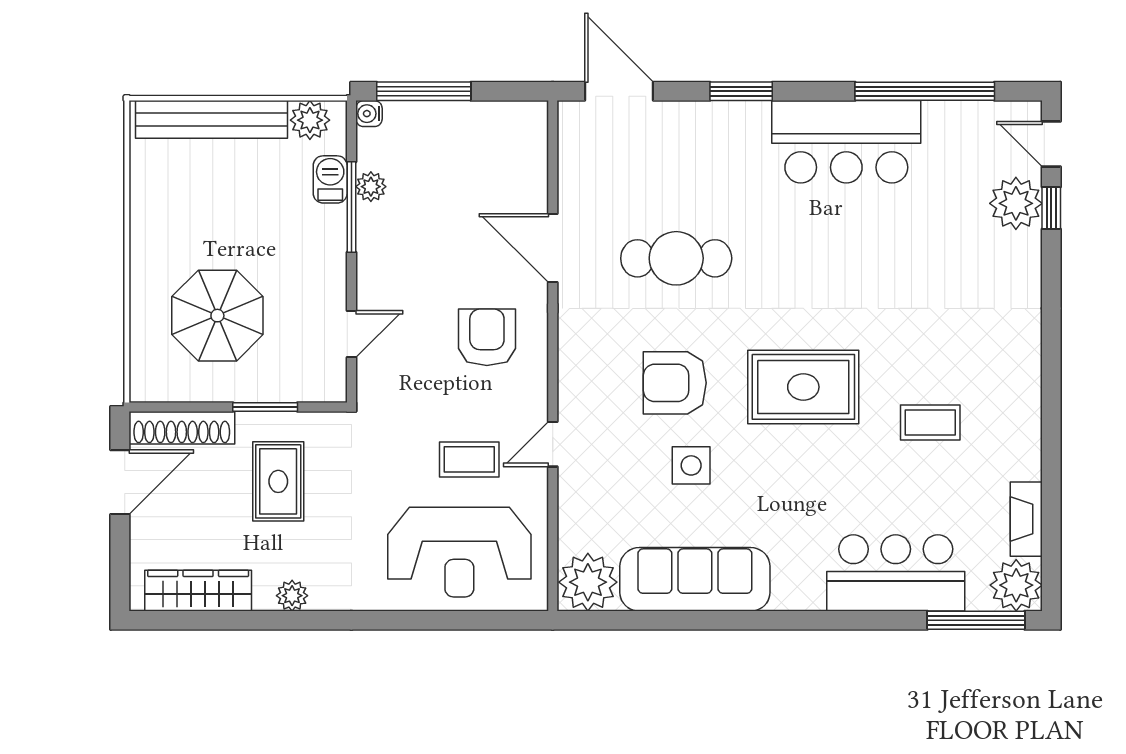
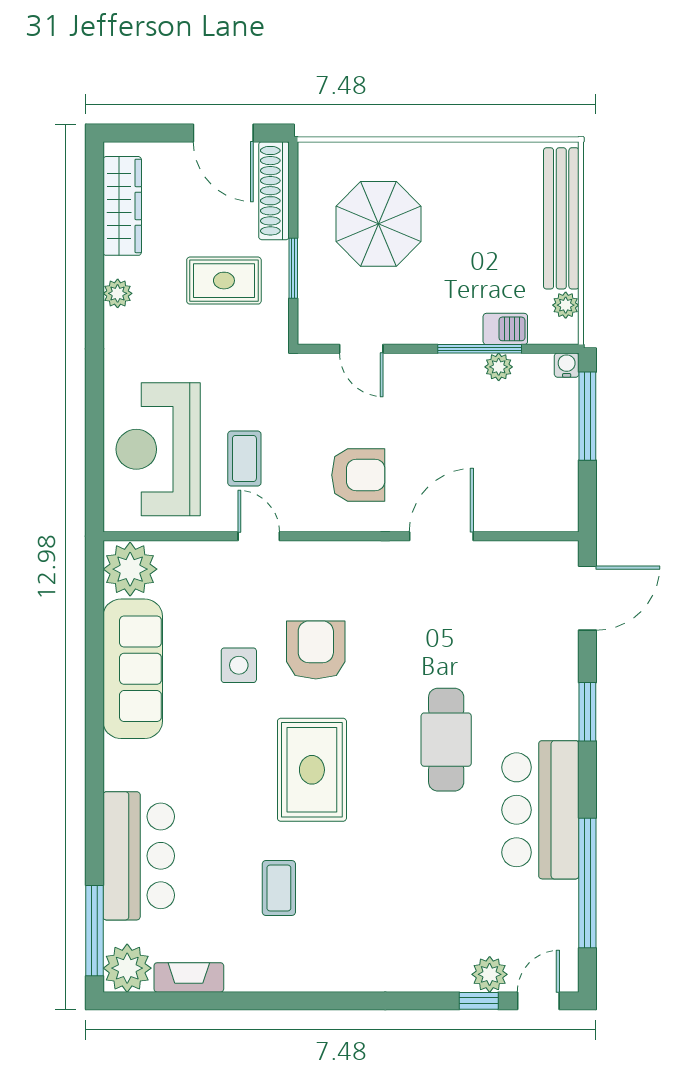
plant: (310, 120) -> (566, 305), width x0.73, depth x0.73
plant: (1016, 203) -> (490, 974), width x0.73, depth x0.73
cafe table: (676, 258) -> (446, 740), moved

